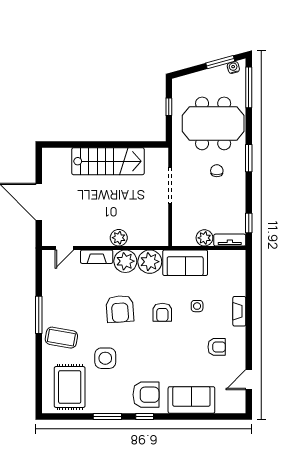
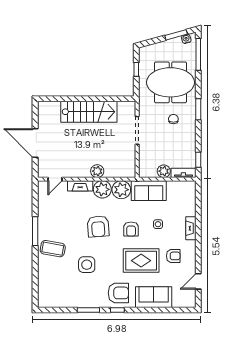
rug: (70, 387) -> (141, 261), moved, turned 90

